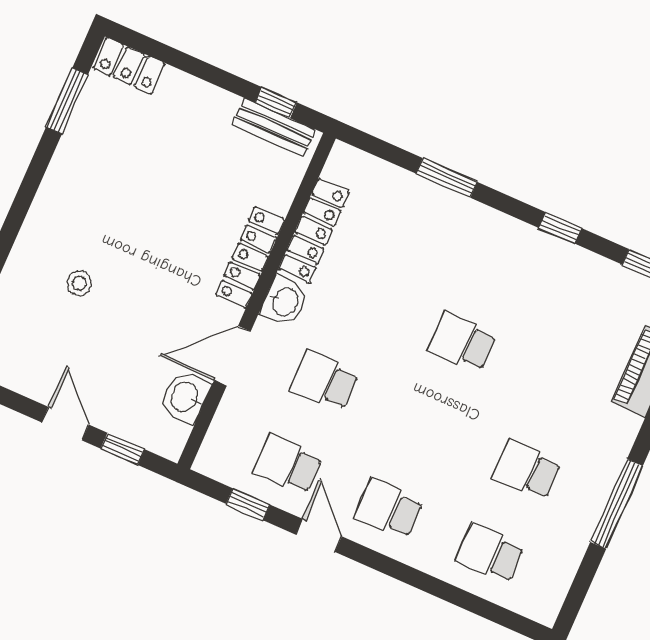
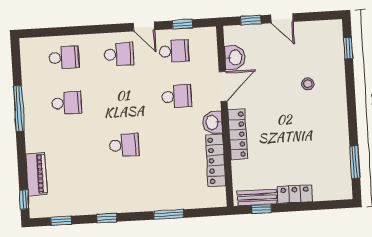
locker: (129, 66) -> (295, 194), moved

